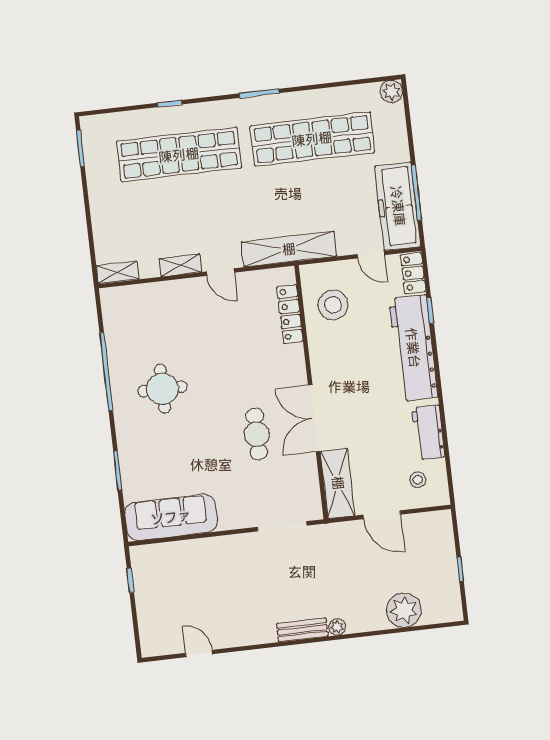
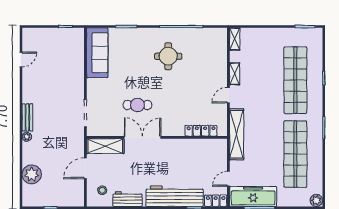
stool: (333, 305) -> (203, 155), removed

